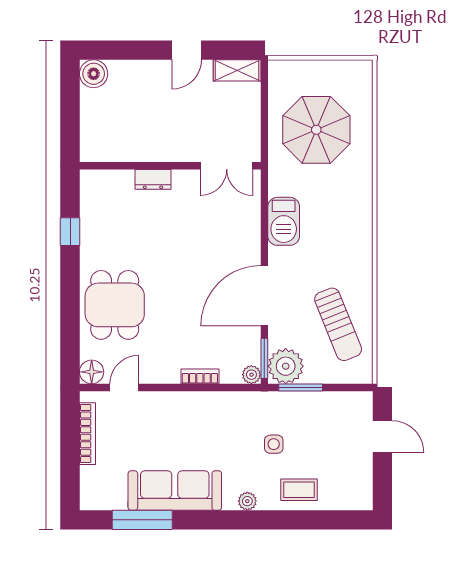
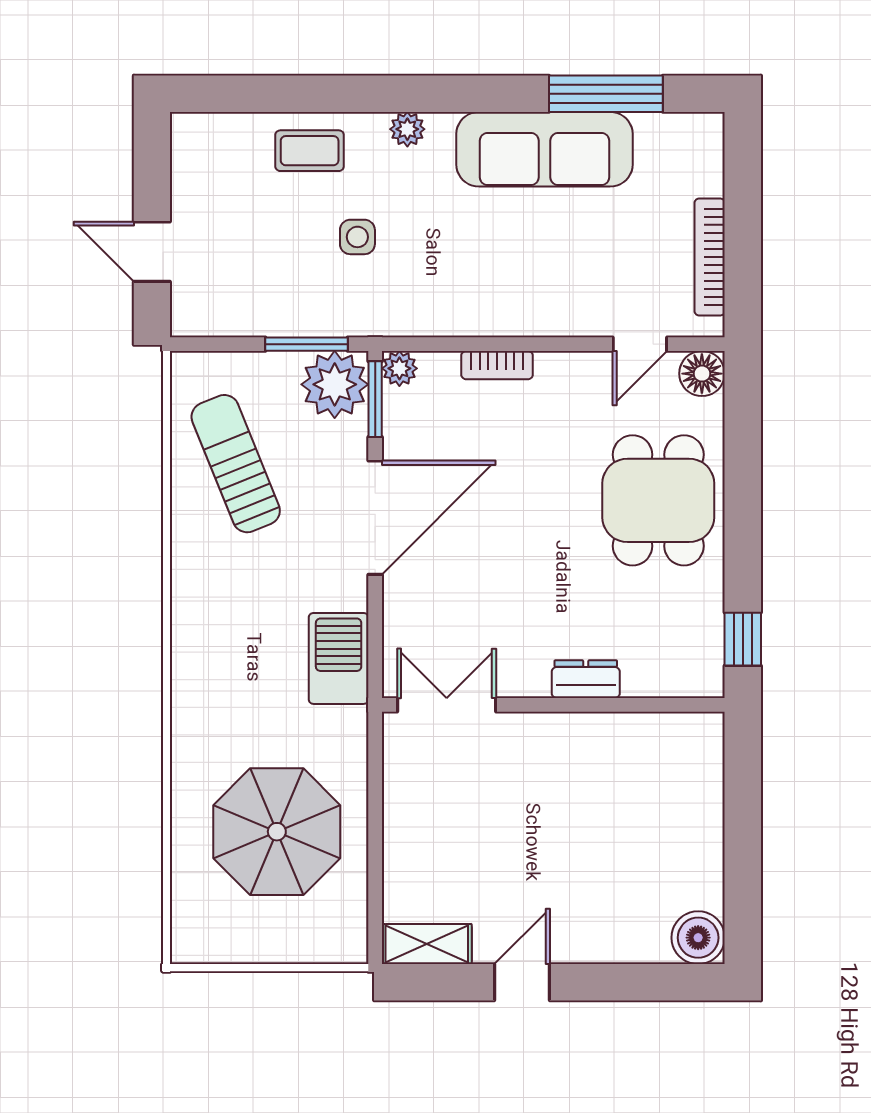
wall: (170, 166) -> (553, 705), moved
double door: (227, 166) -> (447, 705), moved
dresser: (153, 179) -> (586, 679), moved

